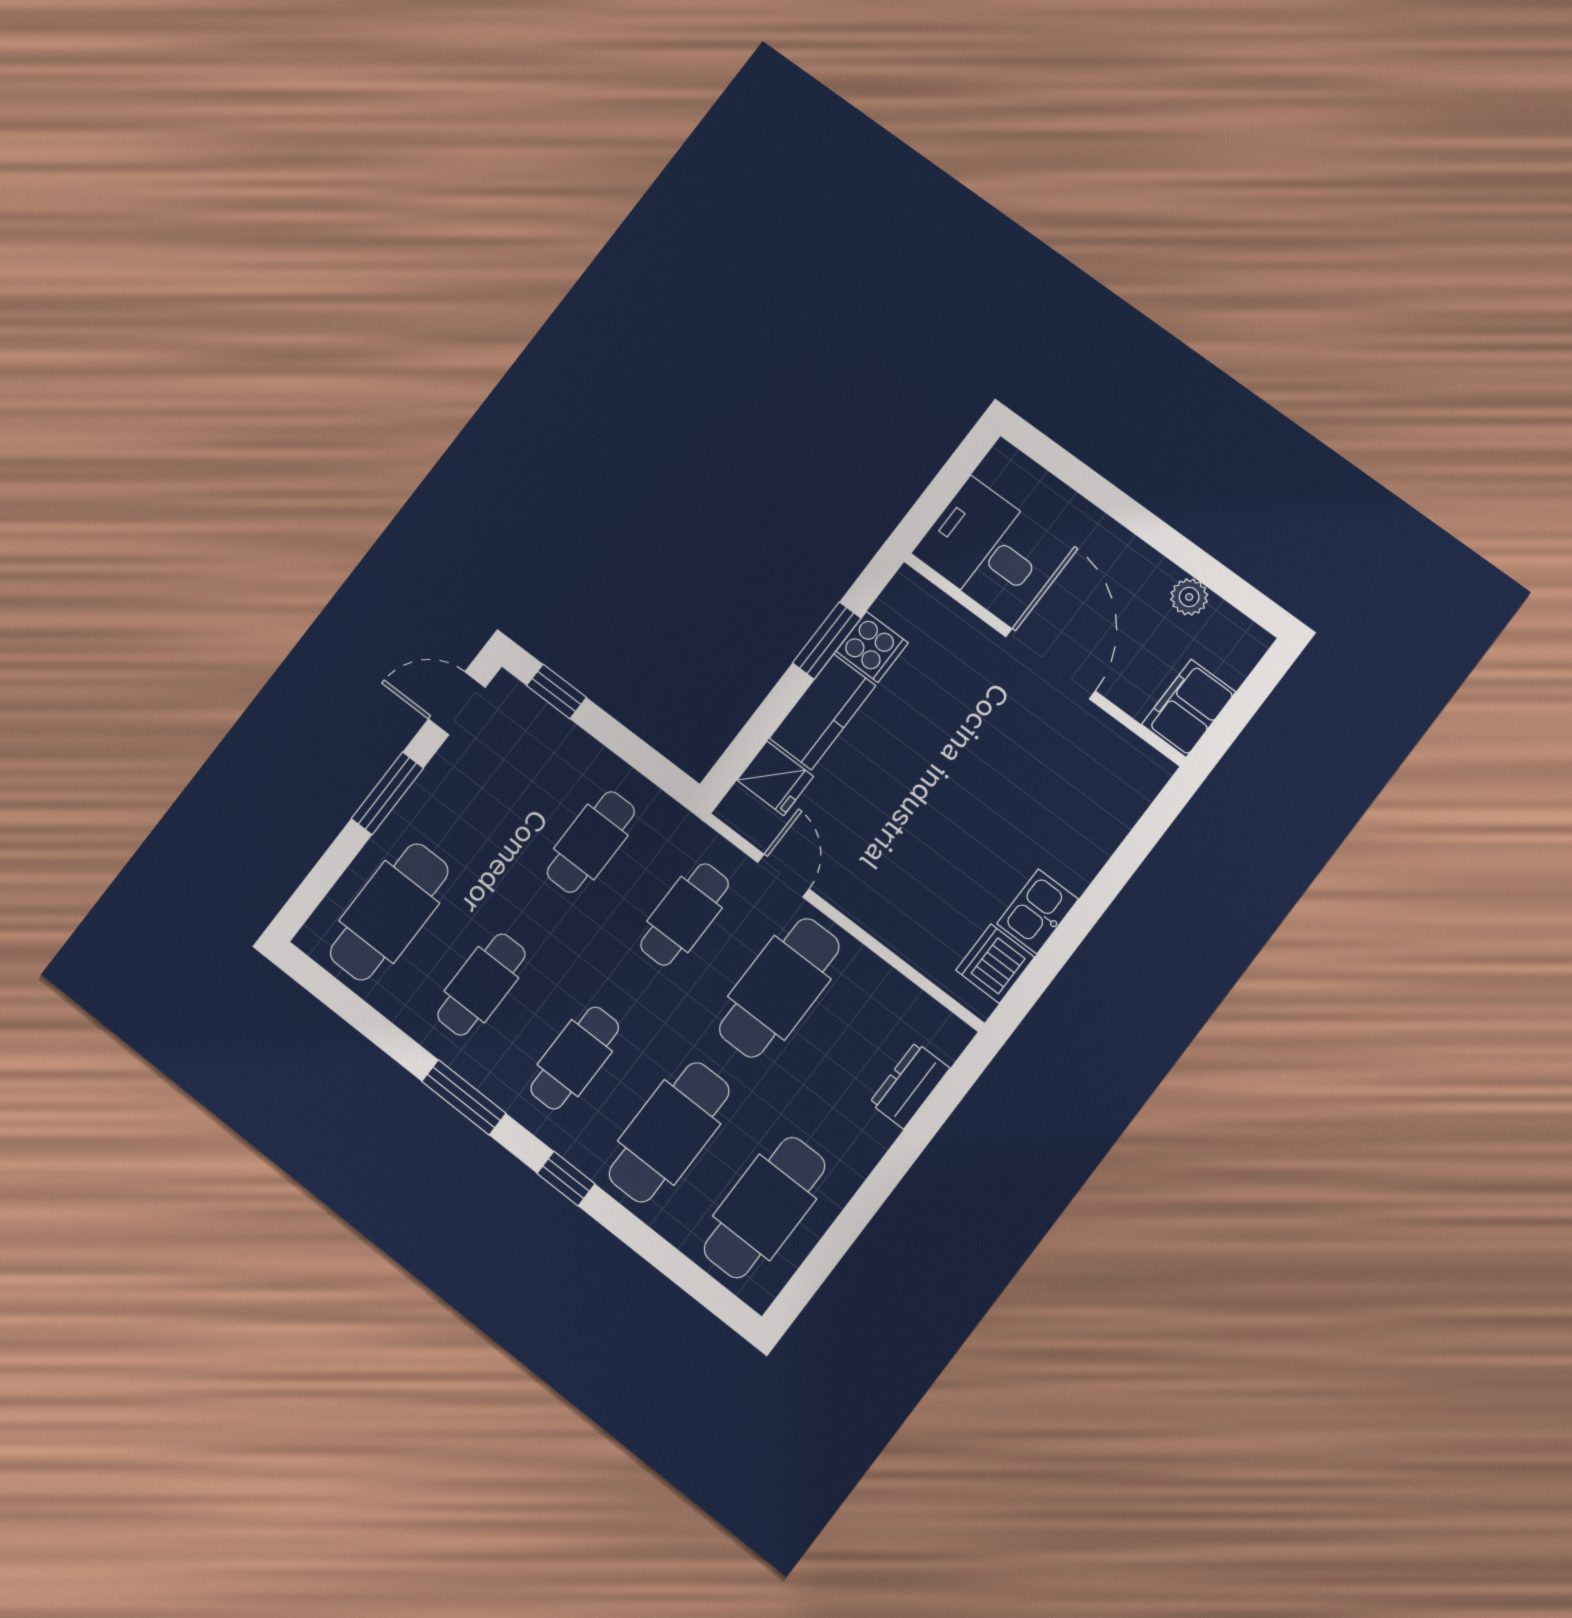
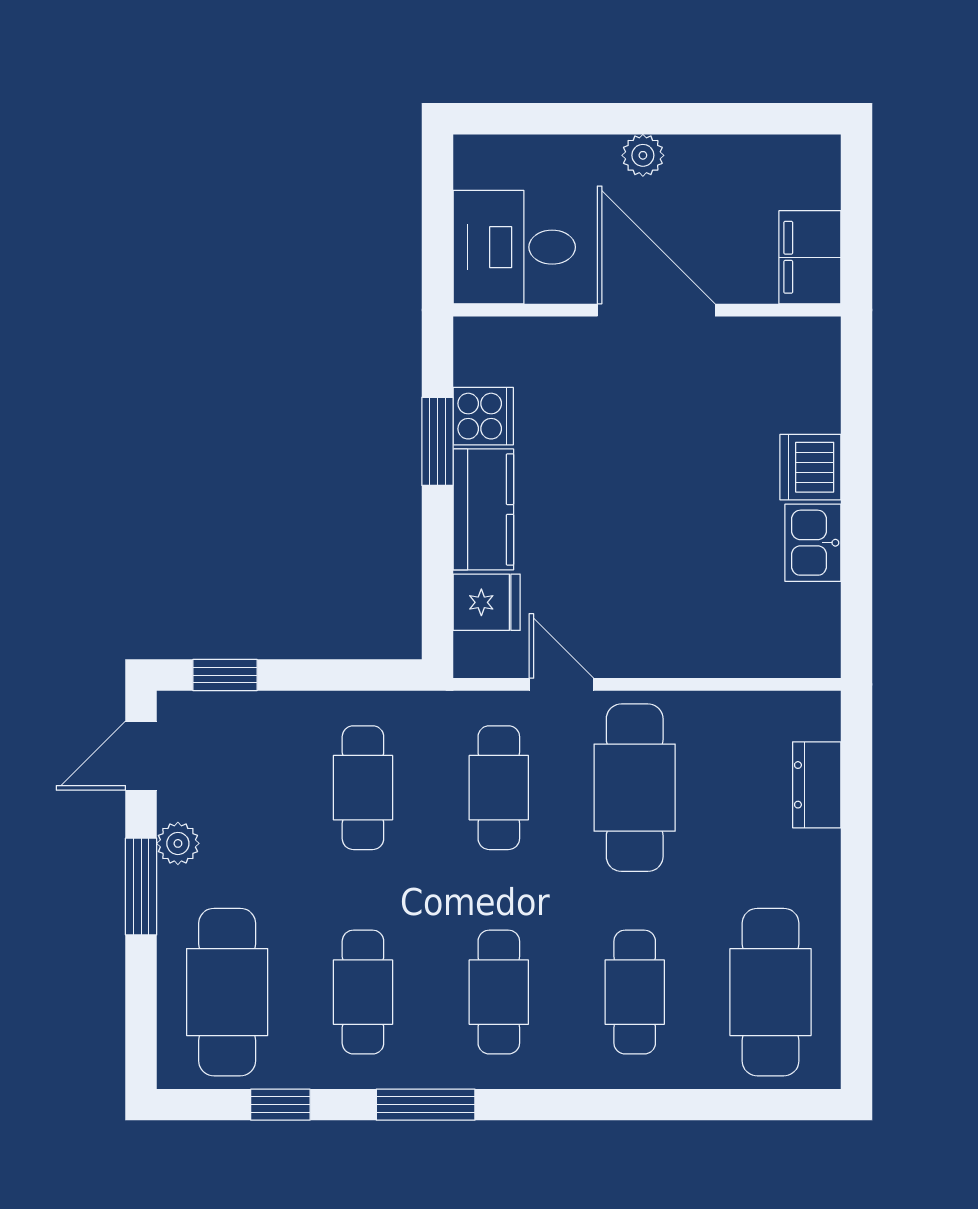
plant: (1189, 597) -> (643, 155), moved
plant: (435, 783) -> (178, 843), added
dishwasher: (995, 964) -> (810, 467), moved
cafe table: (669, 1132) -> (635, 992), width x0.73, depth x0.74
window: (566, 1179) -> (280, 1105), moved

